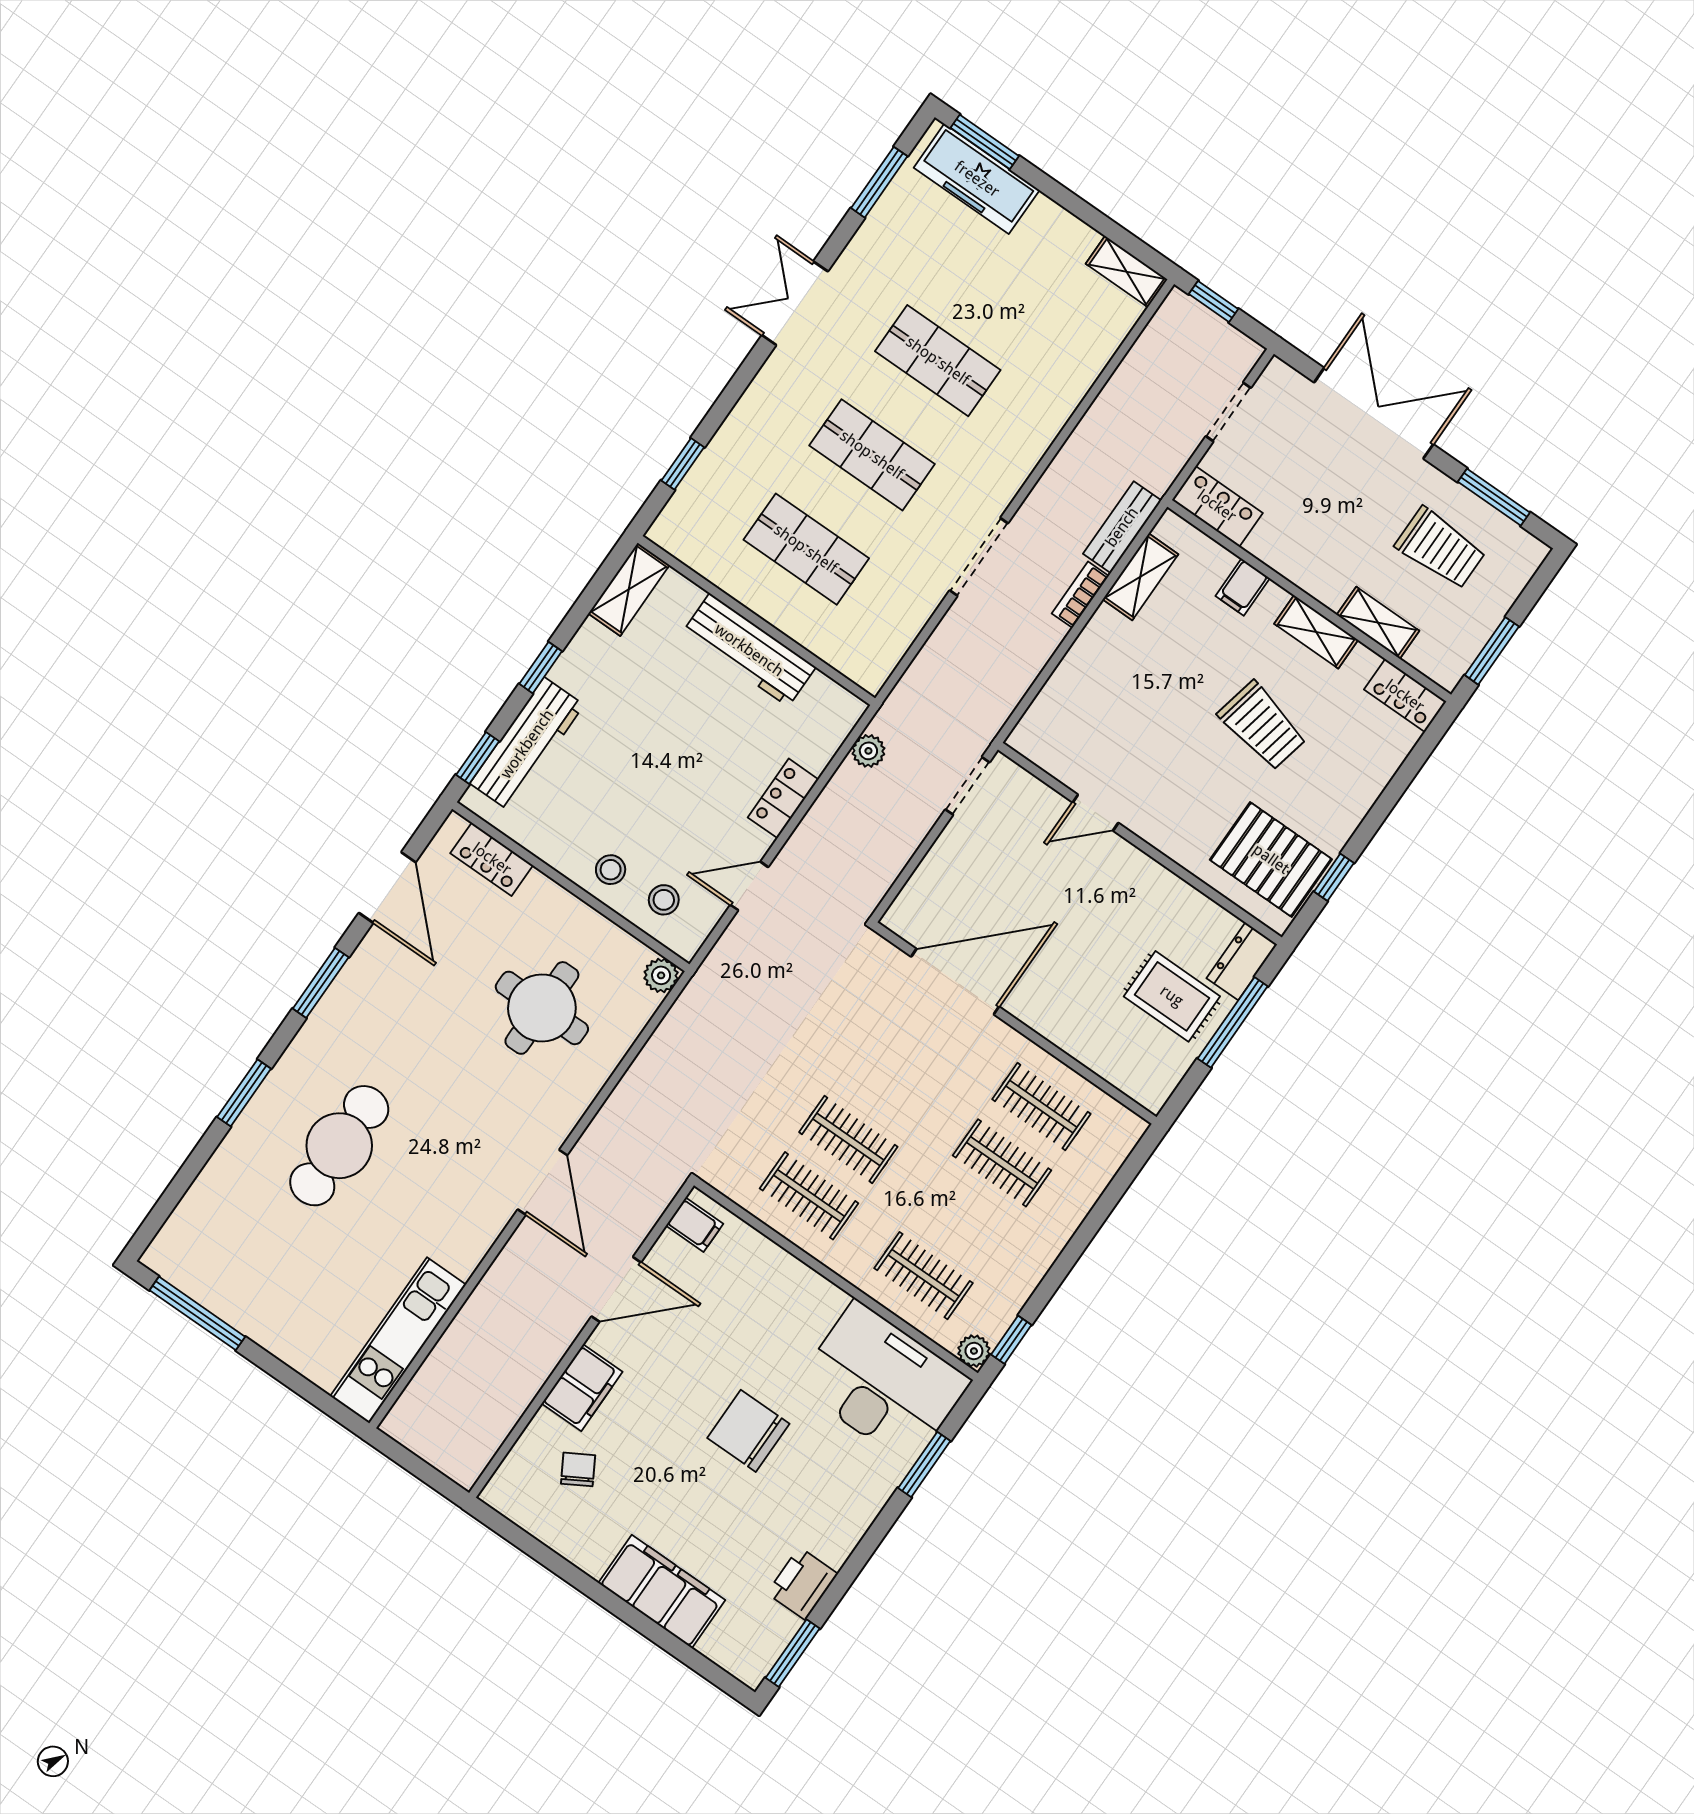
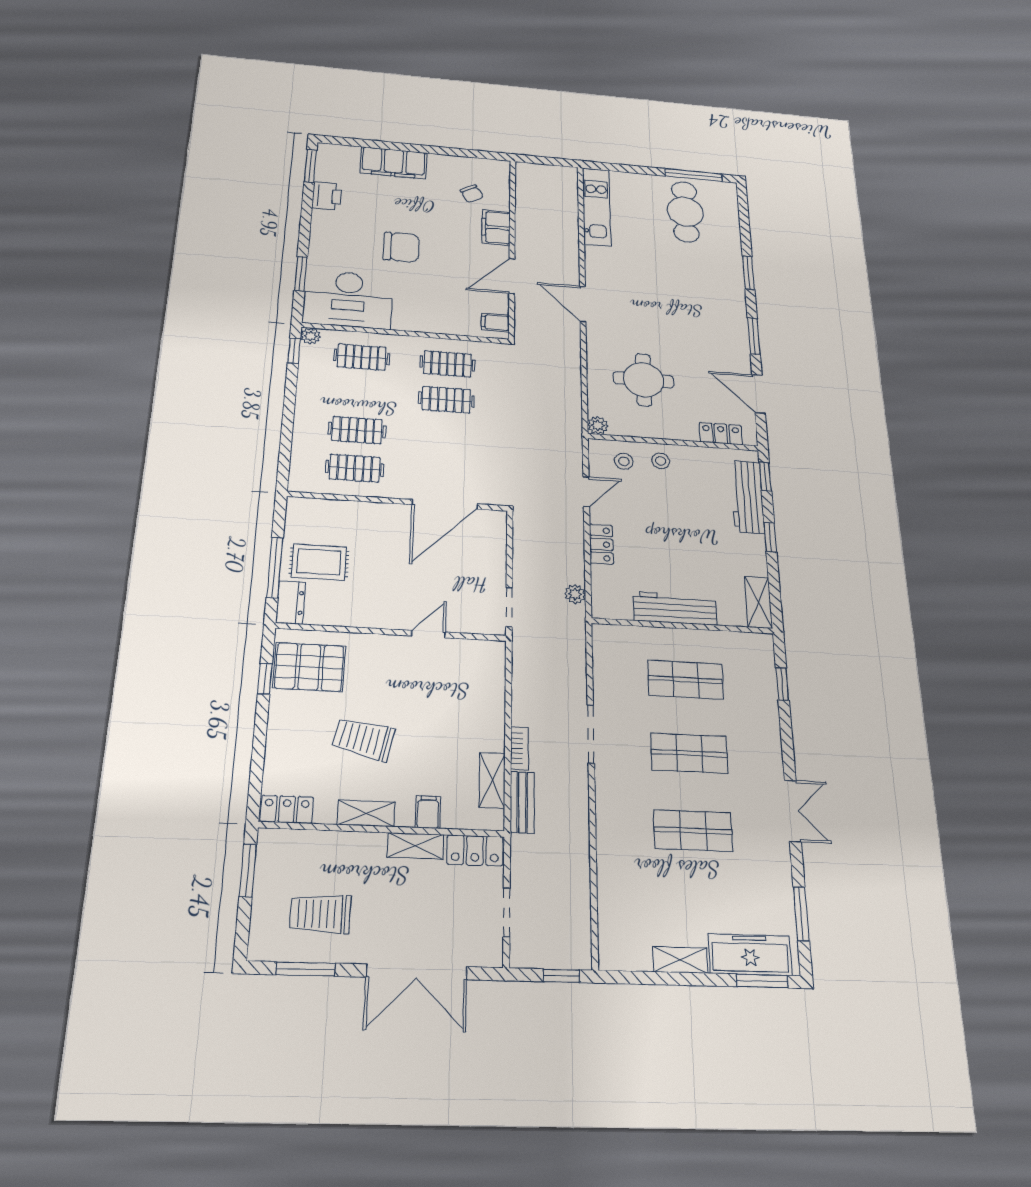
shelving: (1127, 272) -> (680, 960), moved
shelving: (1378, 623) -> (415, 846), moved
cafe table: (339, 1146) -> (685, 212), moved

